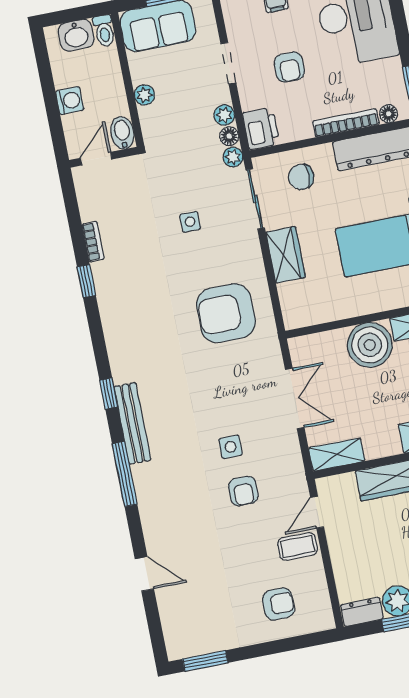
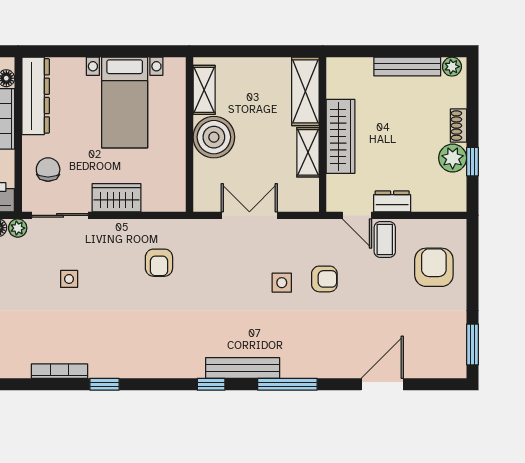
chair: (301, 177) -> (48, 169), turned 180
bookcase: (93, 242) -> (59, 371), width x1.56
armchair: (226, 313) -> (159, 263), width x0.53, depth x0.53
shelving: (337, 455) -> (308, 152), moved
door: (144, 574) -> (382, 384), width x1.38
armchair: (278, 604) -> (434, 267), width x1.38, depth x1.38
dresser: (362, 612) -> (392, 201), moved, turned 90

